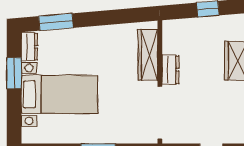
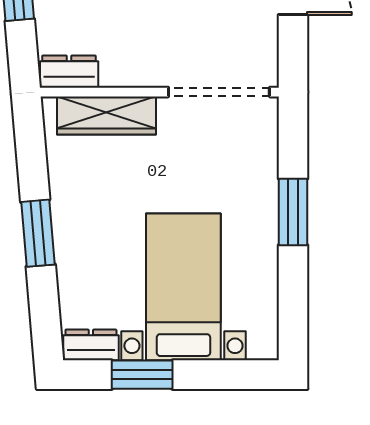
window: (56, 22) -> (38, 233), moved
dresser: (171, 70) -> (69, 72), moved

